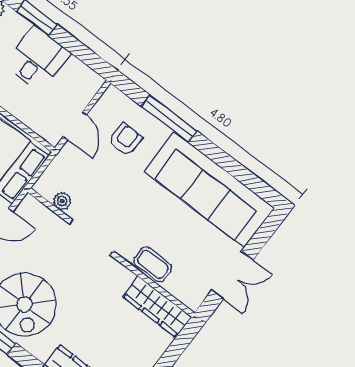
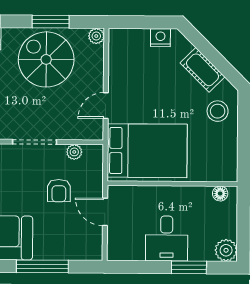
armchair: (125, 140) -> (59, 191), moved

